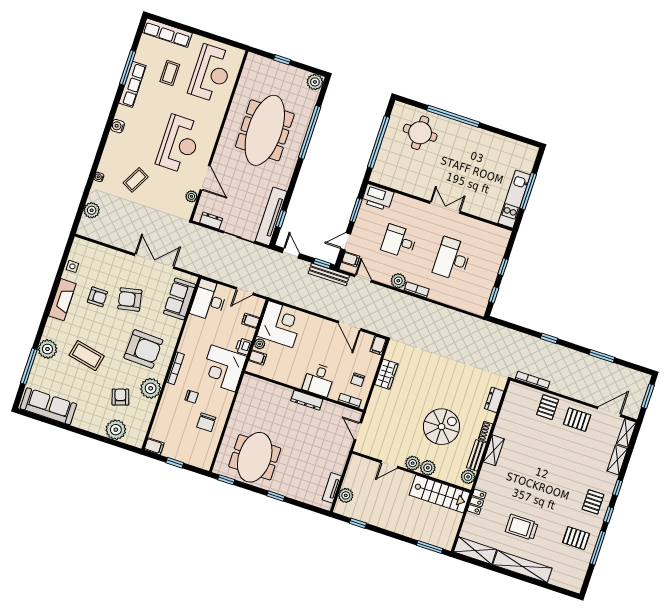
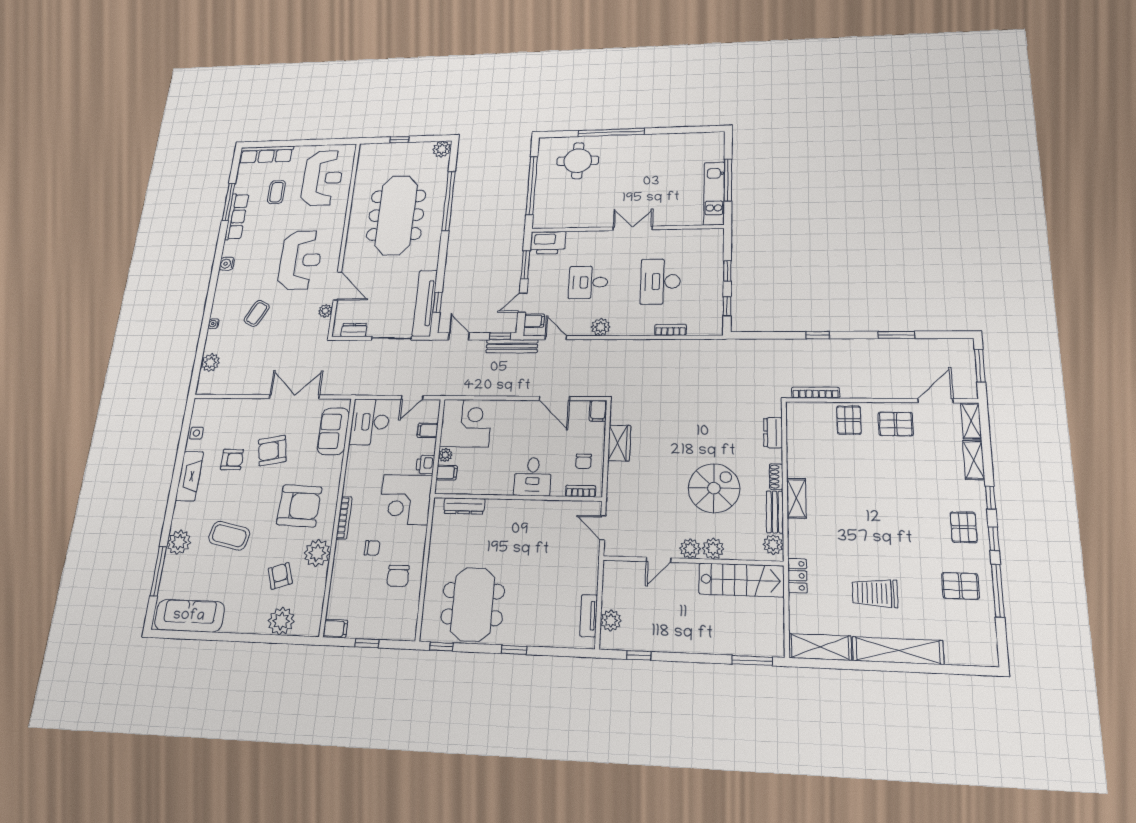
bookcase: (417, 290) -> (670, 330), moved
dresser: (307, 400) -> (464, 506), moved

